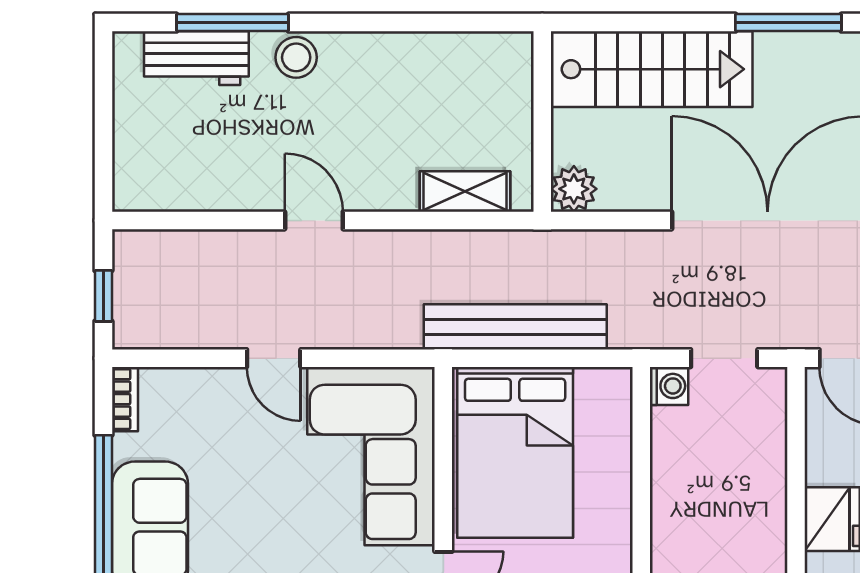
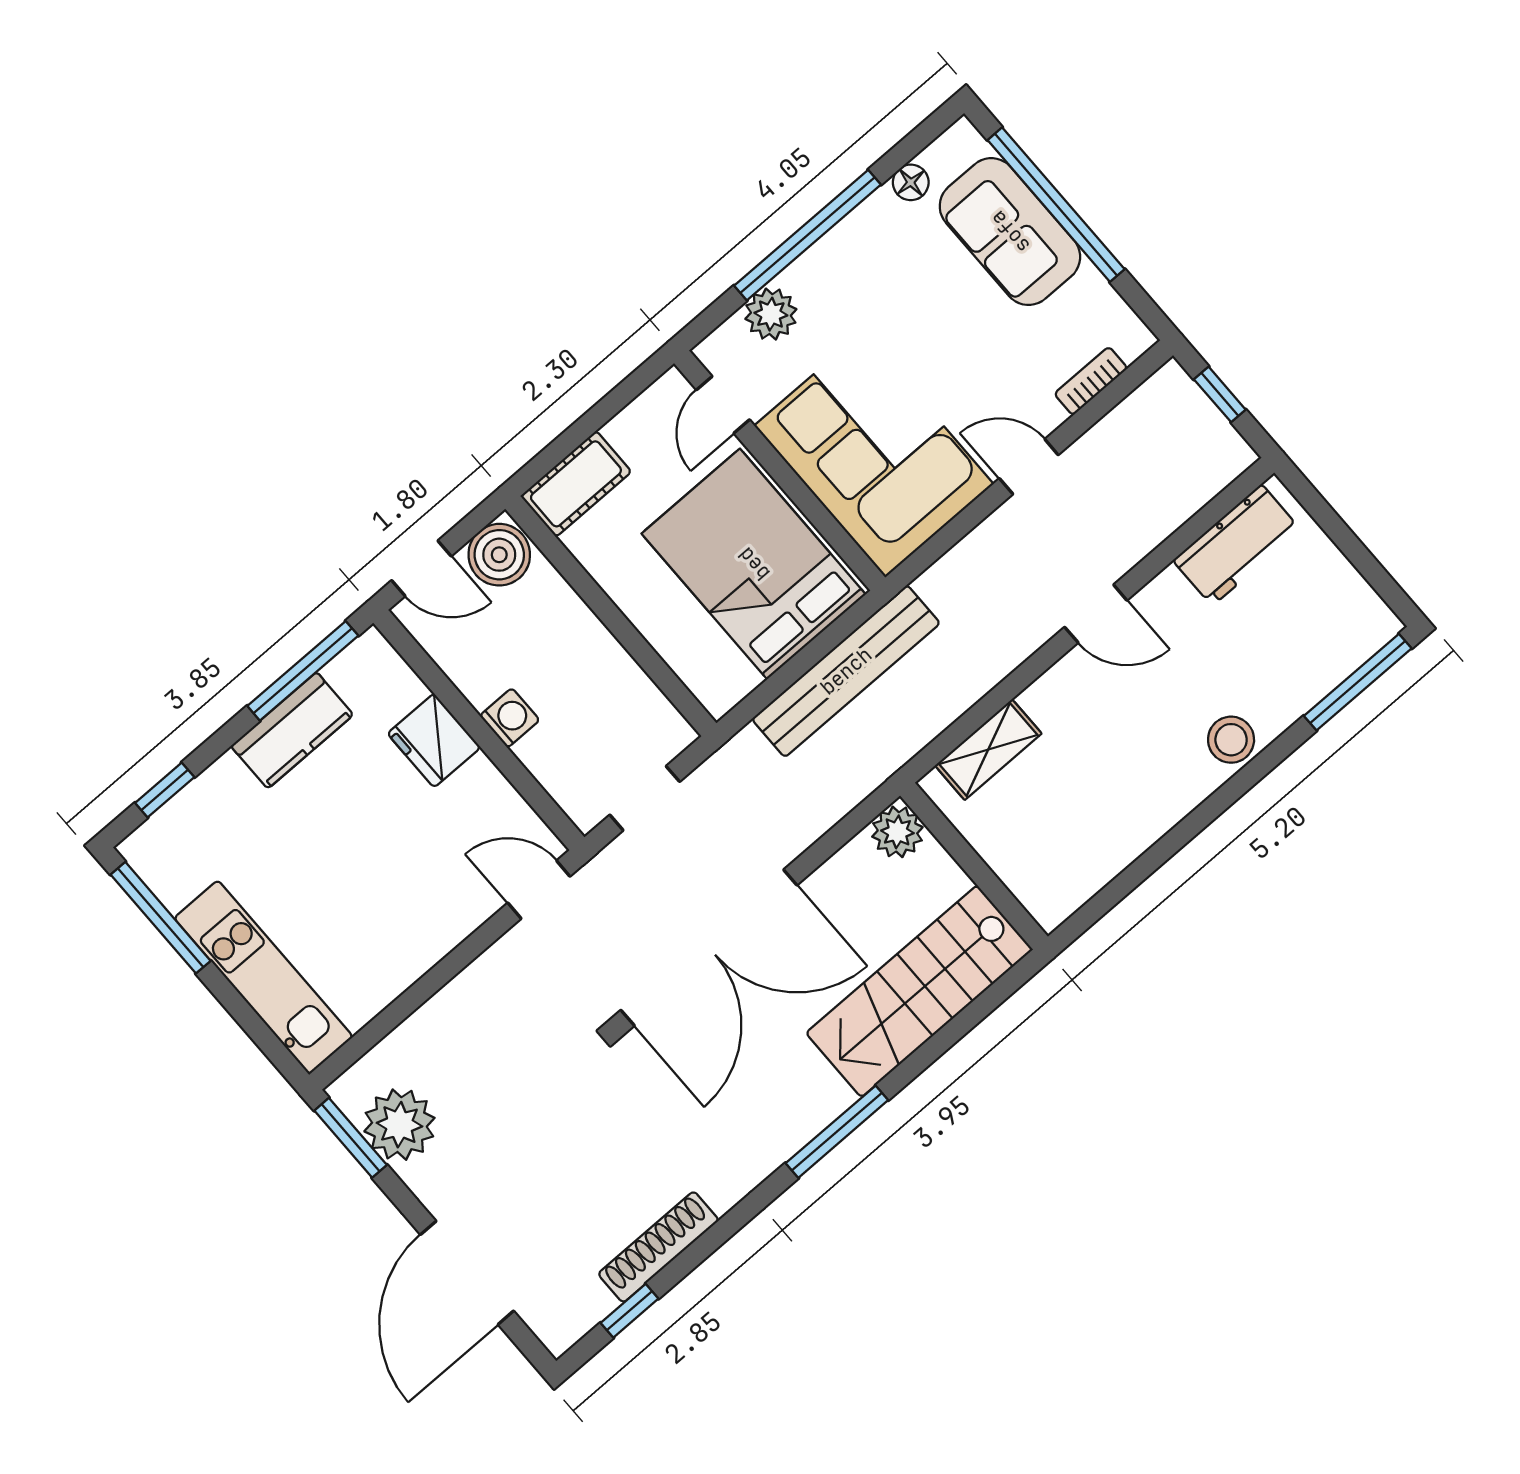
window: (233, 23) -> (1358, 682), moved
workbench: (196, 58) -> (1237, 545), moved, turned 180
washing machine: (669, 386) -> (510, 718), moved, turned 180
bookcase: (125, 399) -> (1091, 381), moved, turned 90

